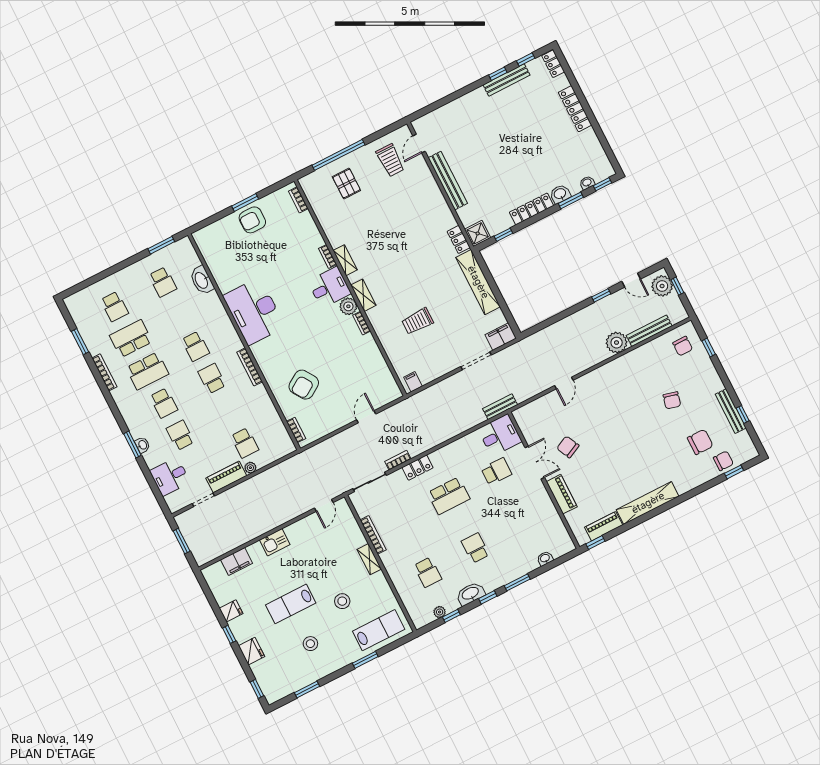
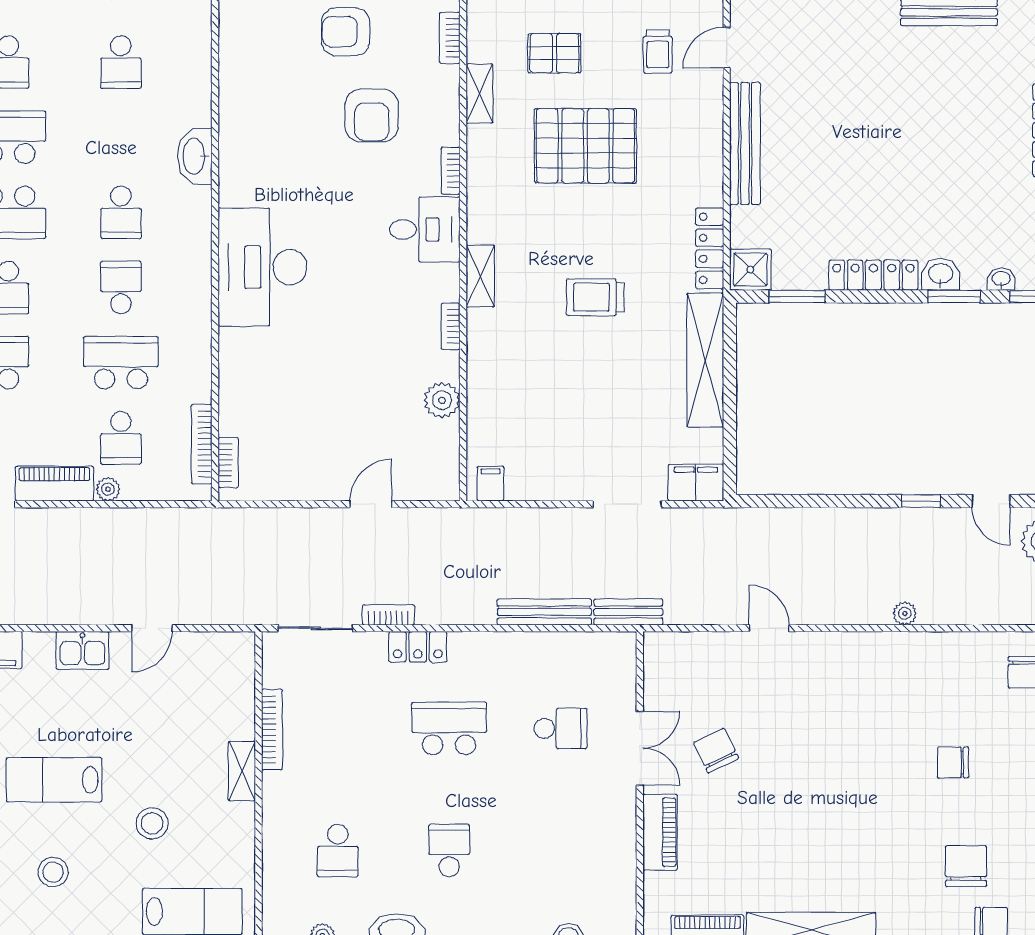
trolley: (390, 160) -> (658, 52), width x0.73, depth x0.72
pallet: (346, 184) -> (554, 53), turned 90
pallet: (380, 216) -> (585, 146), added
window: (503, 235) -> (797, 296), width x1.50
locker: (459, 239) -> (710, 248), width x1.53
shelving: (345, 260) -> (480, 94), moved
washbasin: (202, 280) -> (195, 156), moved
plant: (348, 306) -> (442, 400), moved
desk: (254, 311) -> (262, 267), moved
trolley: (417, 321) -> (595, 297), moved
bench: (649, 331) -> (544, 612), moved
plant: (617, 343) -> (905, 613), width x0.53, depth x0.53
bookcase: (250, 367) -> (202, 444), moved
door: (564, 383) -> (769, 628), swing flipped
armchair: (304, 385) -> (372, 116), moved, turned -57
chair: (672, 400) -> (953, 762), turned 76
school desk: (228, 411) -> (121, 363), added
desk: (500, 435) -> (601, 665), removed
chair: (700, 442) -> (966, 866), turned -90
school desk: (449, 496) -> (449, 728), turned 180
door: (324, 505) -> (152, 628), moved

